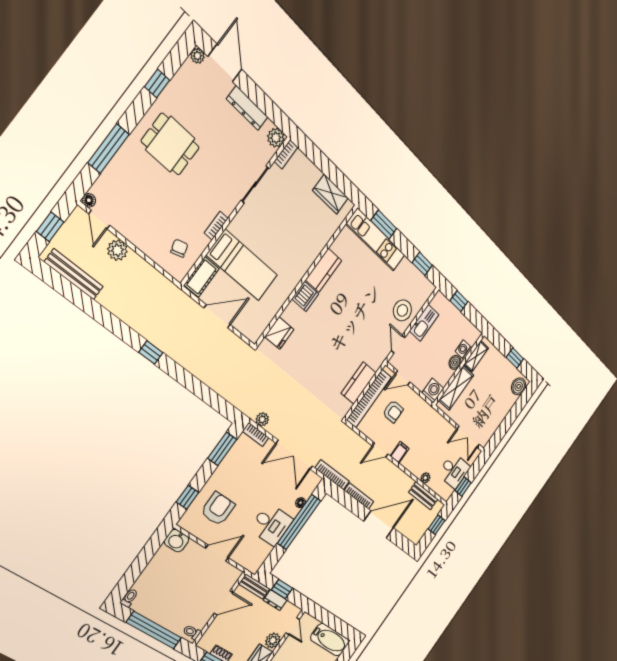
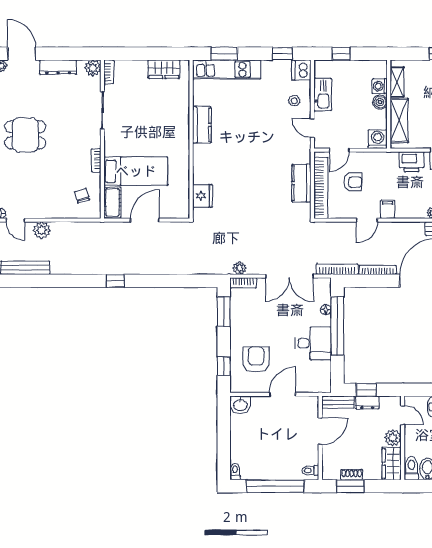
dishwasher: (305, 296) -> (301, 70), moved, turned 180
stool: (402, 310) -> (294, 101), width x0.53, depth x0.53
printer: (441, 427) -> (411, 162), added

